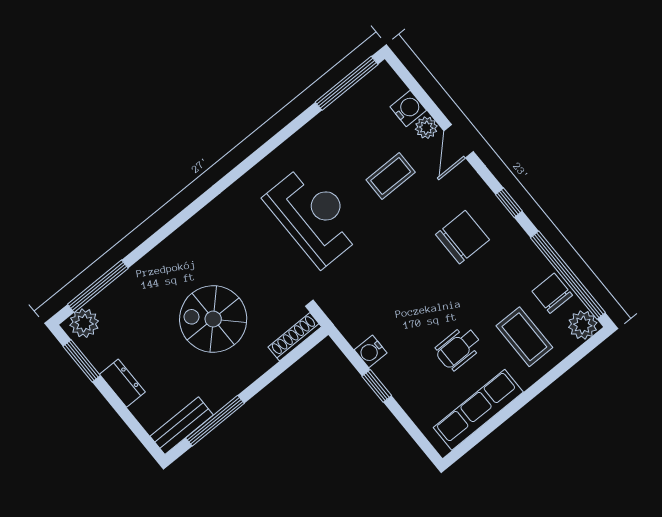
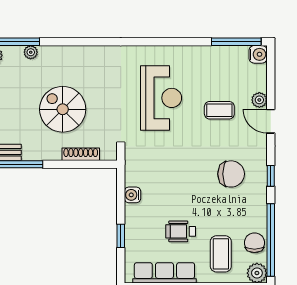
water cooler: (408, 108) -> (258, 54), moved
door: (459, 141) -> (271, 121), hinge flipped
plant: (125, 284) -> (31, 52), added
shoe rack: (295, 337) -> (81, 154), moved
window: (377, 386) -> (121, 236), moved

